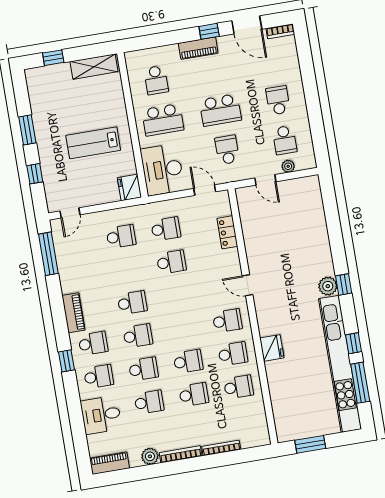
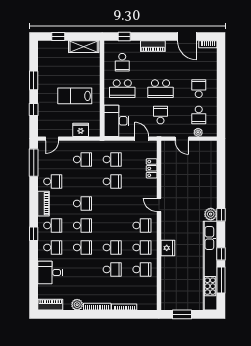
window: (209, 31) -> (124, 37), moved
fridge: (129, 188) -> (81, 130), moved, turned 90
school desk: (149, 402) -> (53, 181), moved

